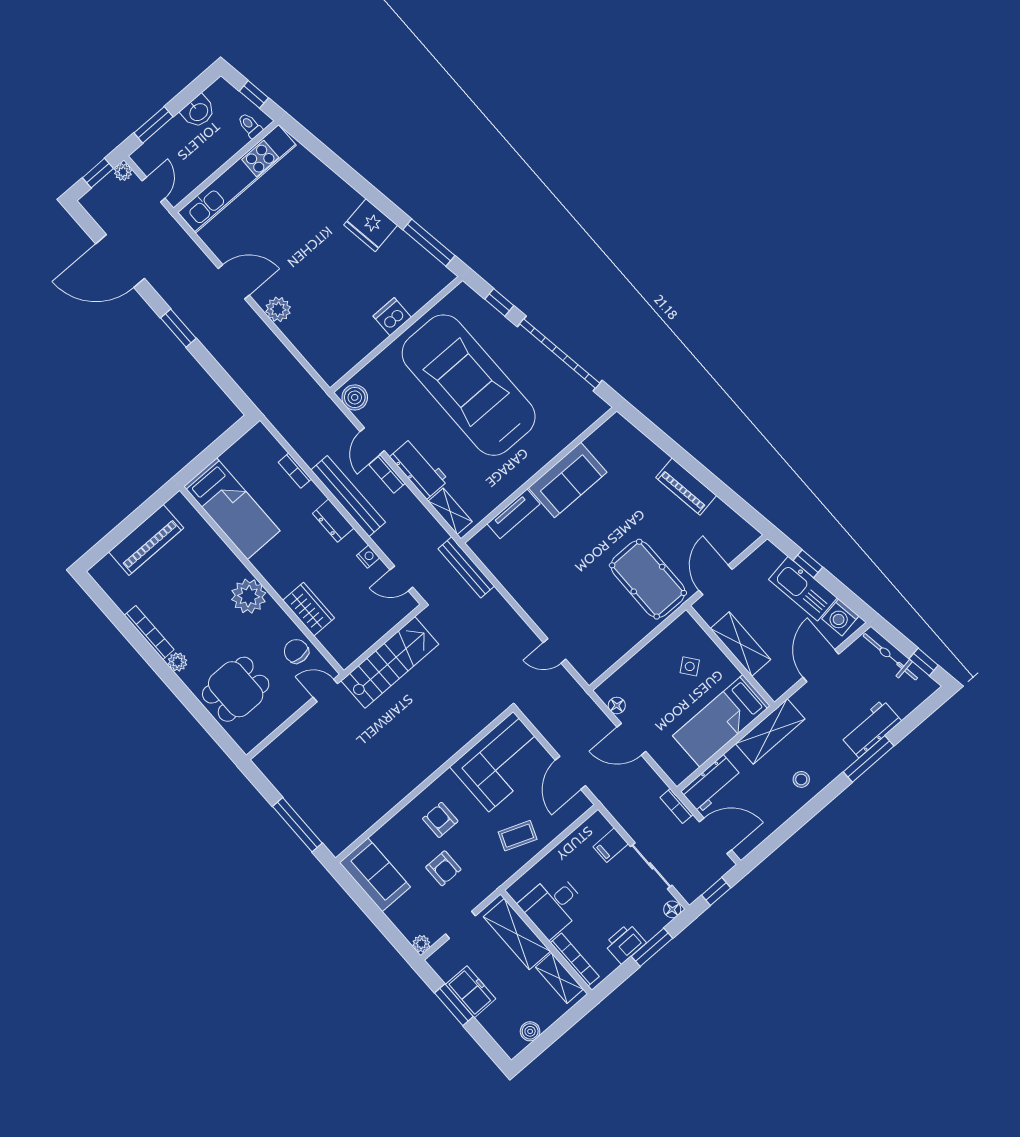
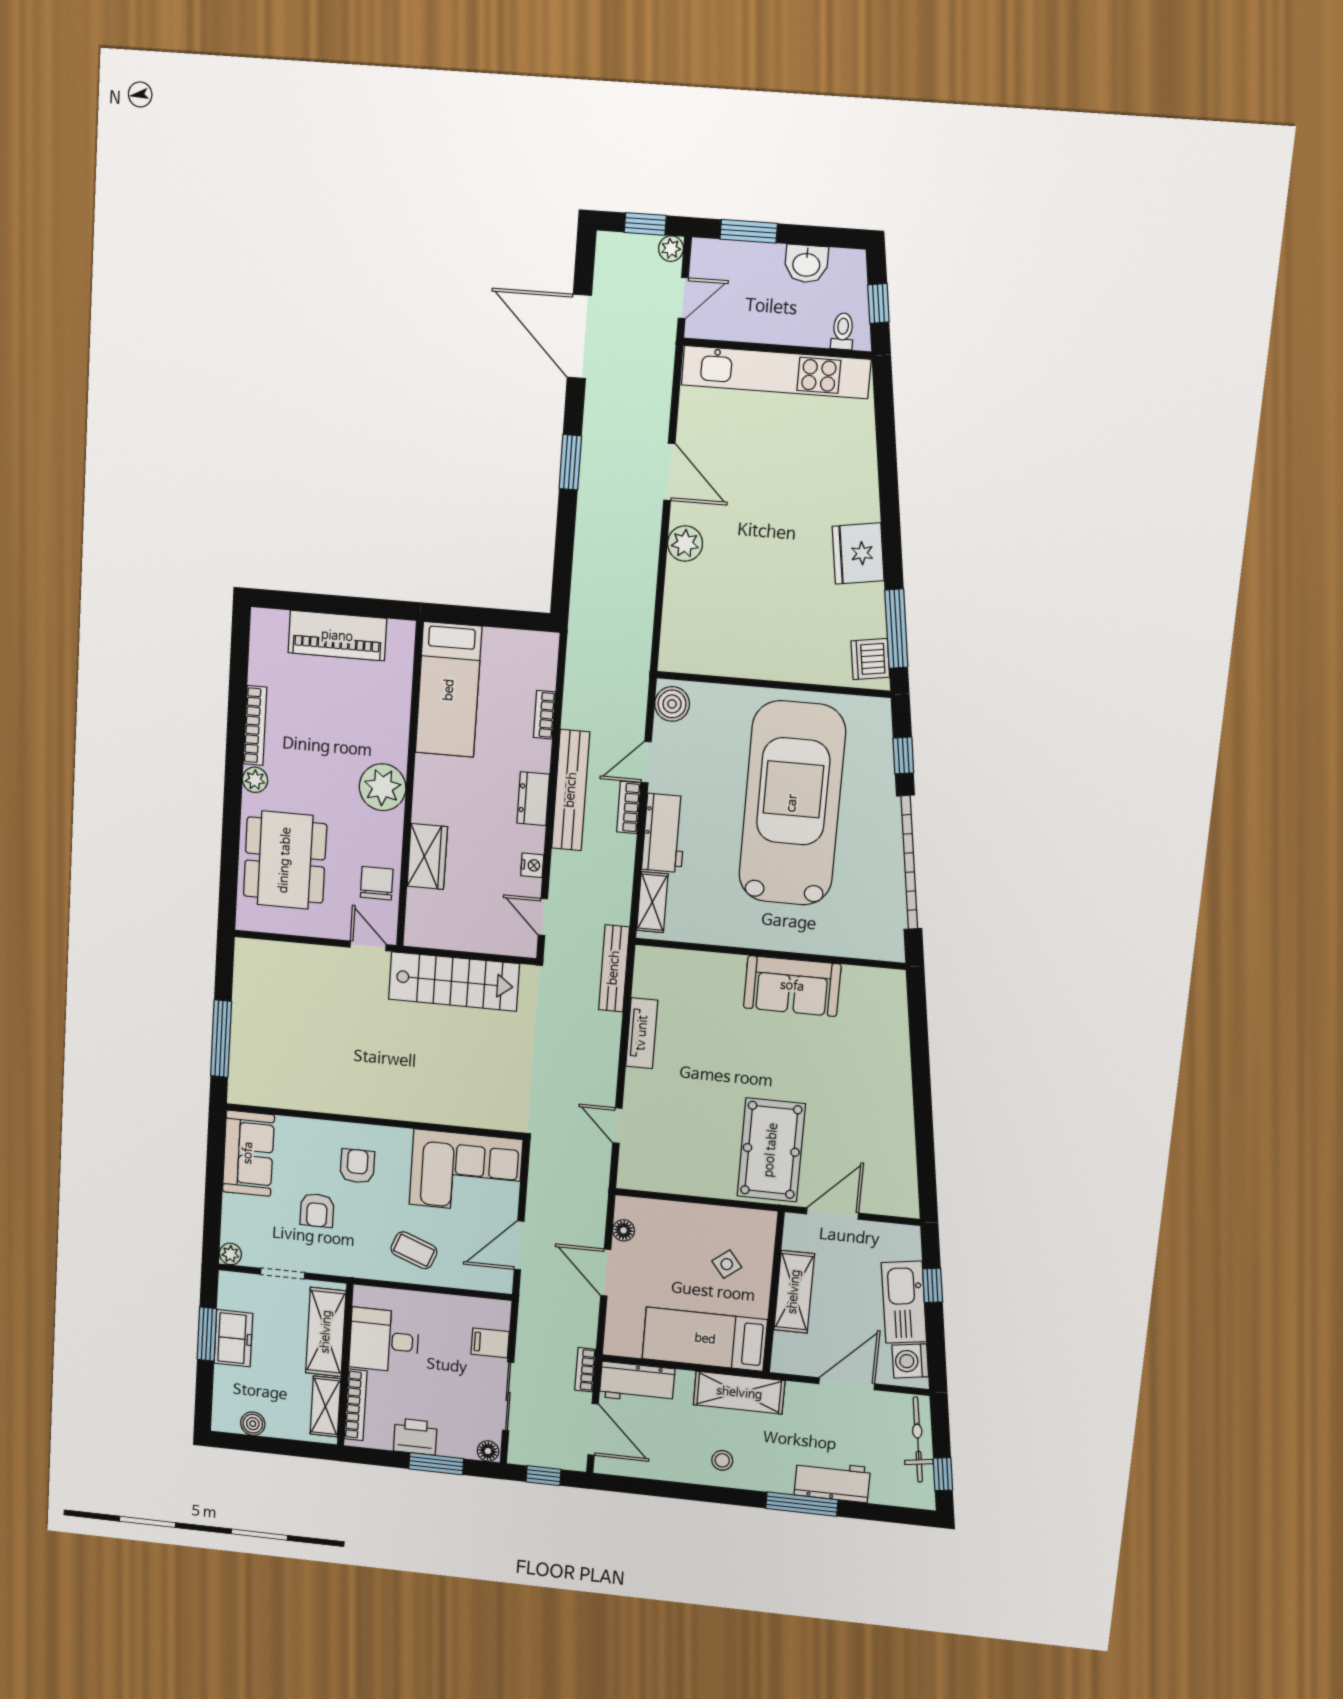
dishwasher: (392, 317) -> (870, 659), moved, turned -99
piano: (686, 487) -> (896, 1104), removed
tv unit: (513, 514) -> (642, 1033), moved, turned -90
dining table: (236, 689) -> (285, 860), width x1.38

